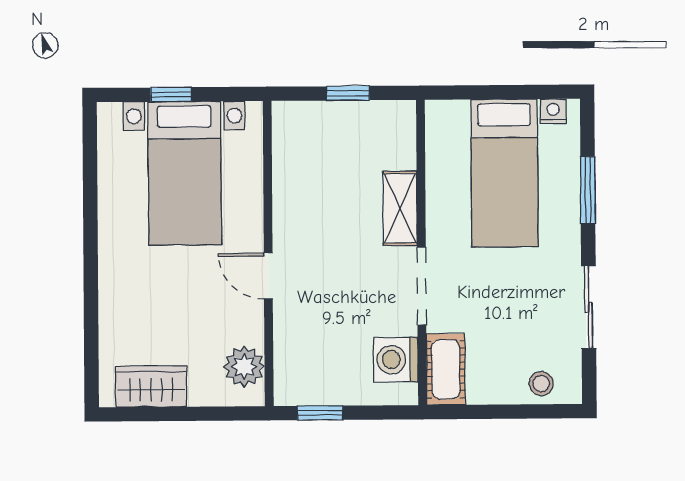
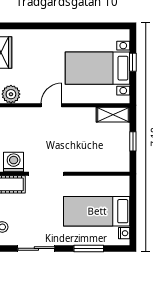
shelving: (400, 208) -> (113, 115), moved

